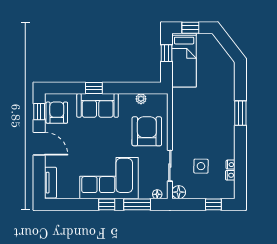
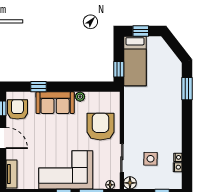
window: (166, 53) -> (119, 69), moved
window: (94, 88) -> (39, 87), moved
plant: (141, 99) -> (80, 97), moved
window: (240, 113) -> (187, 89), moved

